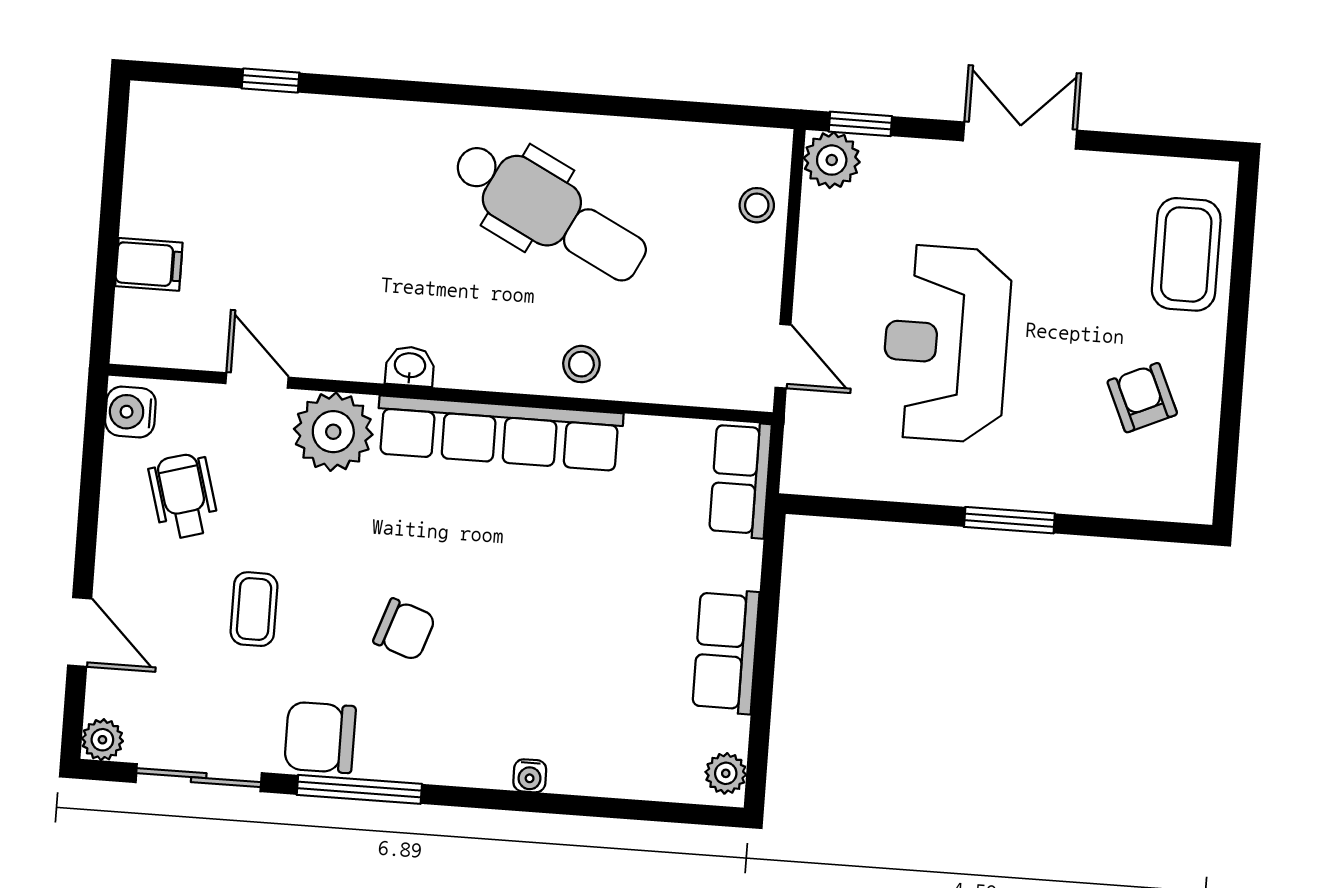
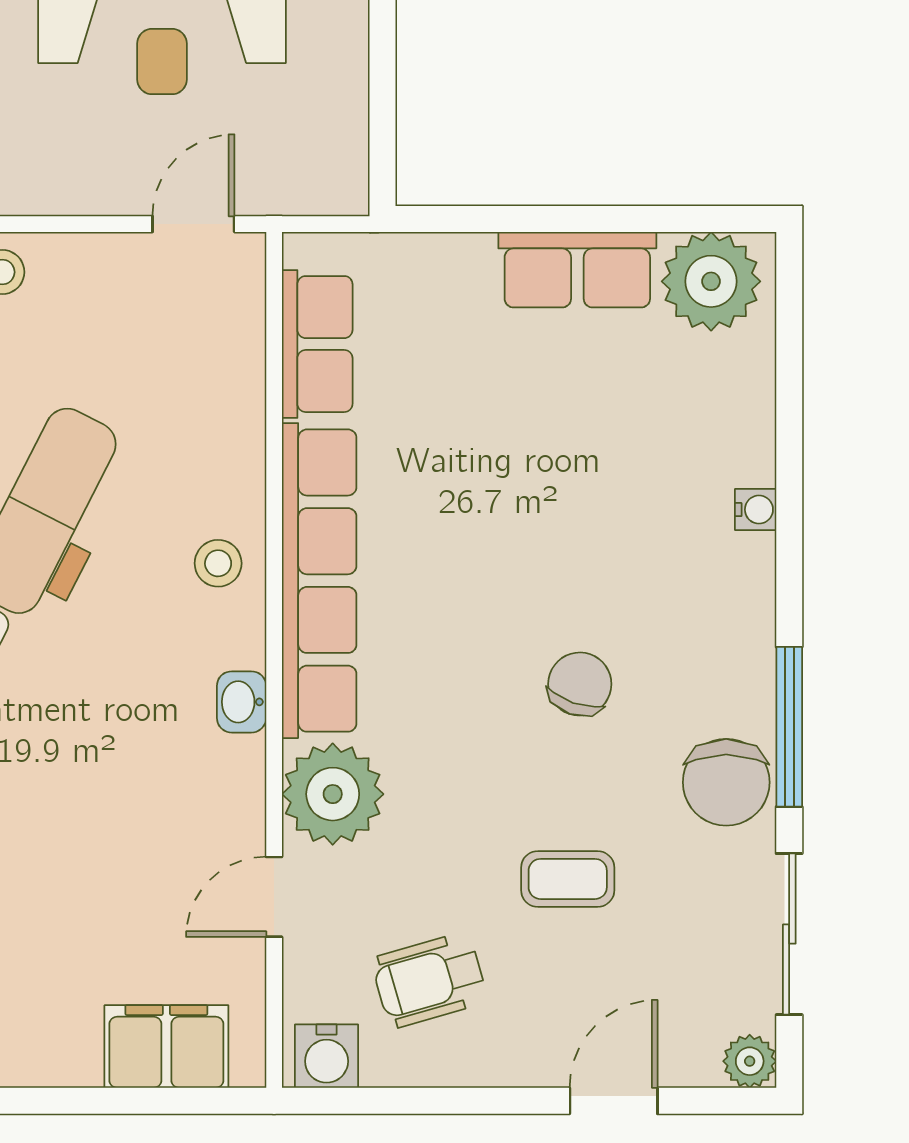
filing cabinet: (149, 264) -> (166, 1046), width x2.00
stool: (581, 364) -> (218, 563), moved
row of seats: (740, 480) -> (317, 344), moved, turned -90
plant: (726, 773) -> (711, 281), width x1.88, depth x1.88

